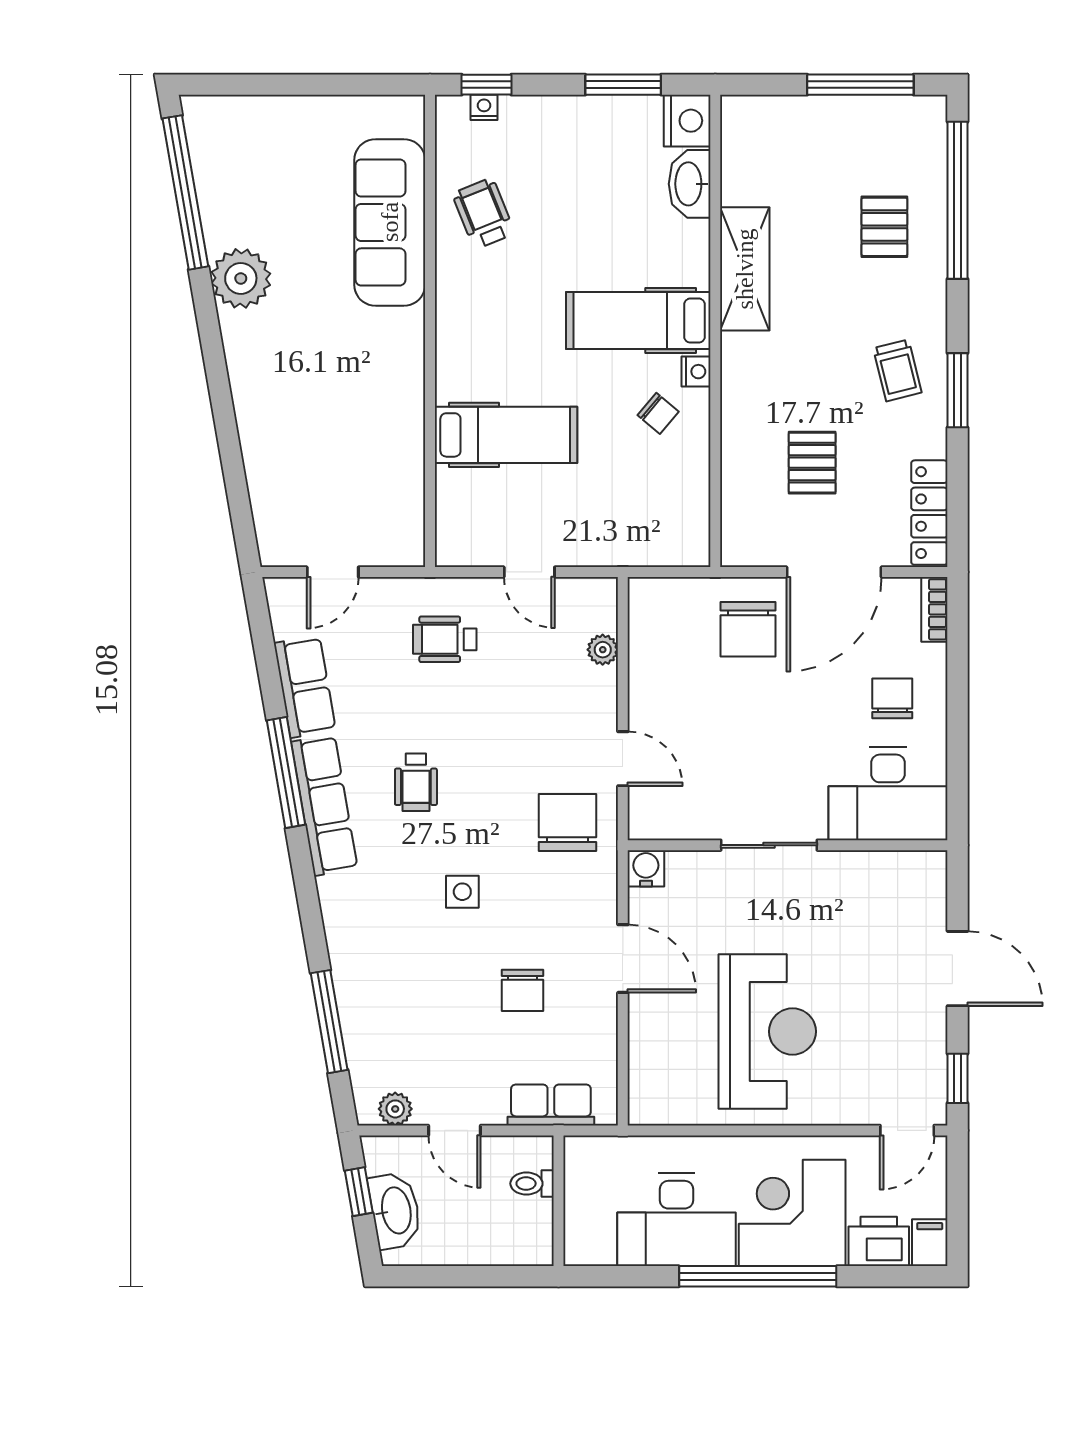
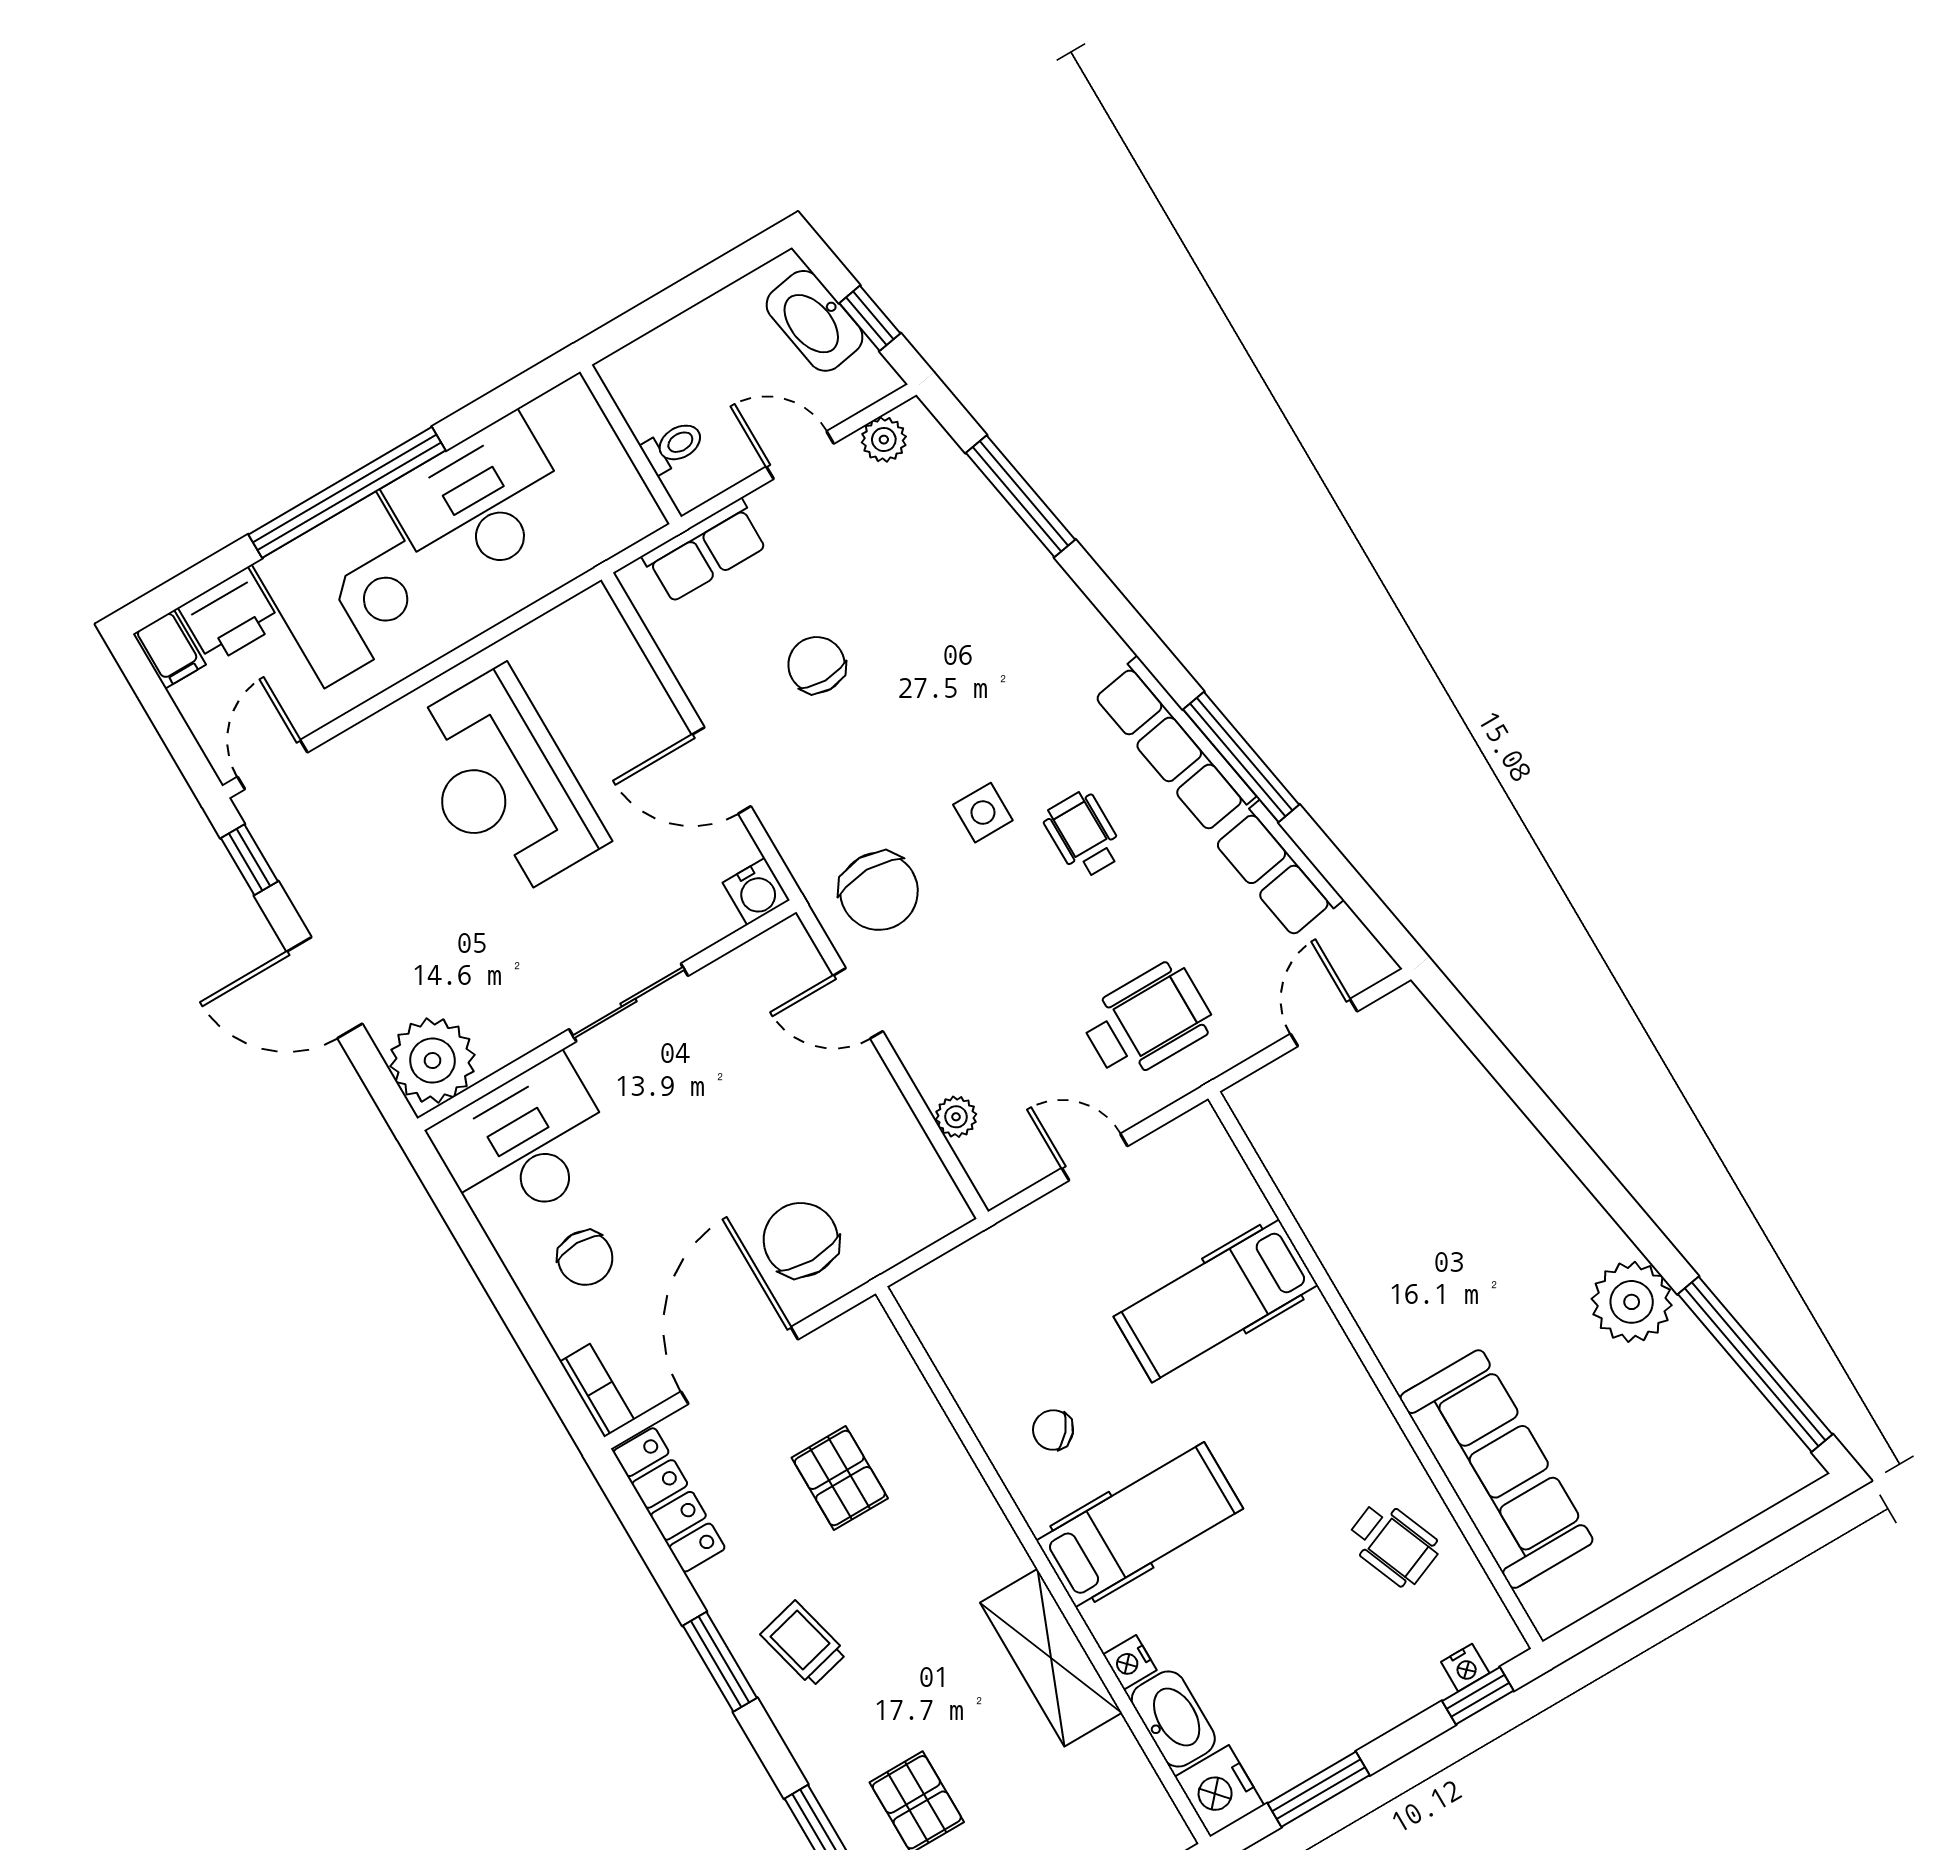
nightstand: (696, 372) -> (1130, 1662), moved
wheelchair: (445, 639) -> (1147, 1021), width x1.36, depth x1.37
plant: (916, 882) -> (433, 1061), added
side table: (462, 892) -> (983, 813), moved

